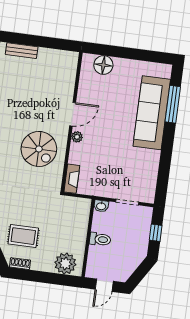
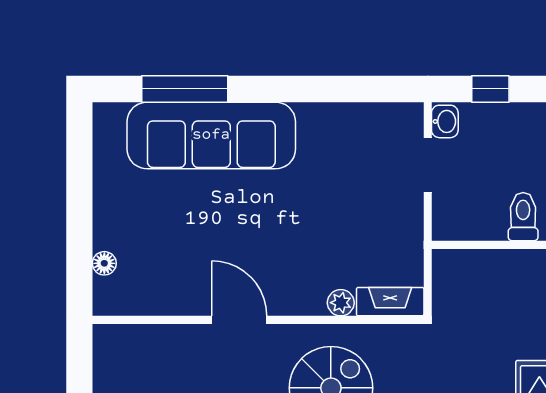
floor lamp: (103, 65) -> (104, 263), width x0.53, depth x0.53
plant: (77, 137) -> (341, 303), moved
washbasin: (101, 206) -> (445, 121), moved

